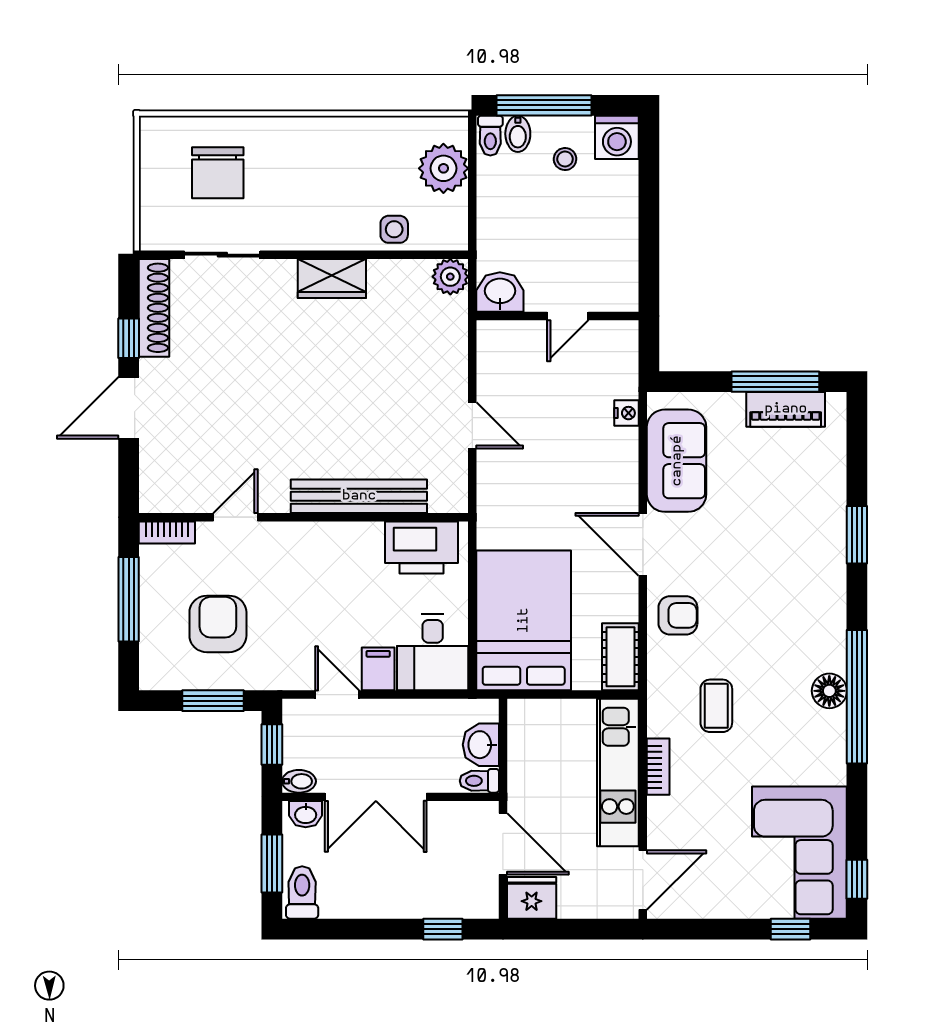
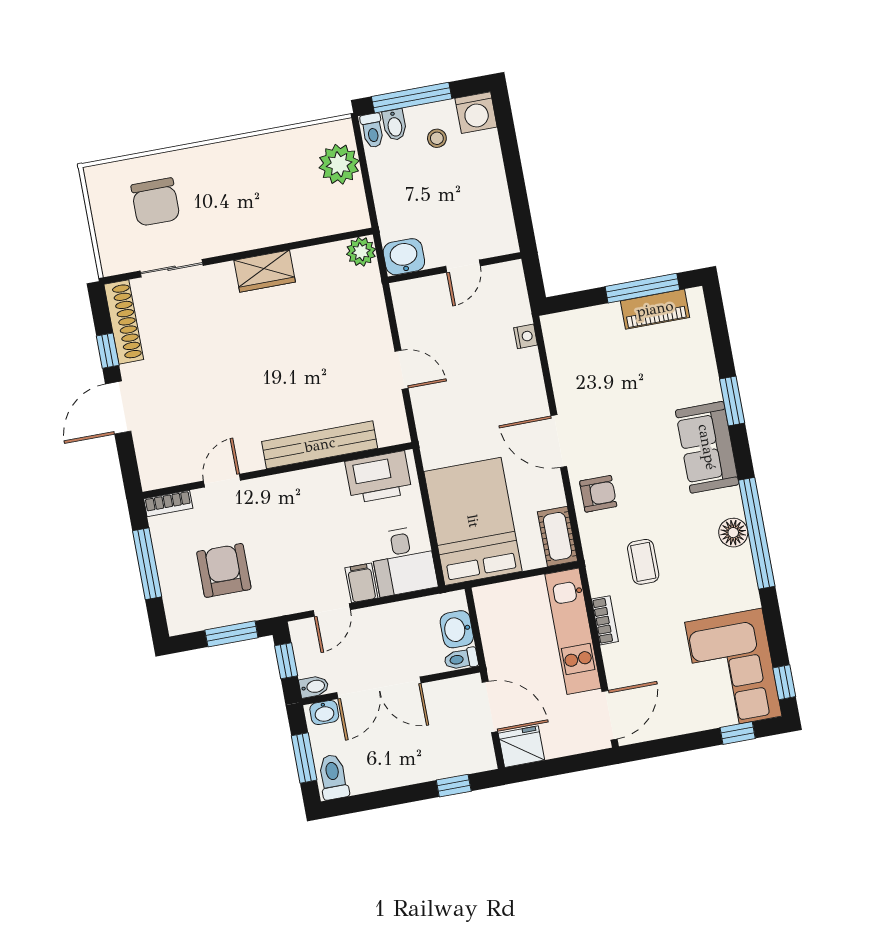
side table: (394, 229) -> (308, 221), removed
sofa: (677, 461) -> (707, 447), moved, turned 180
door: (337, 695) -> (332, 610), swing flipped

